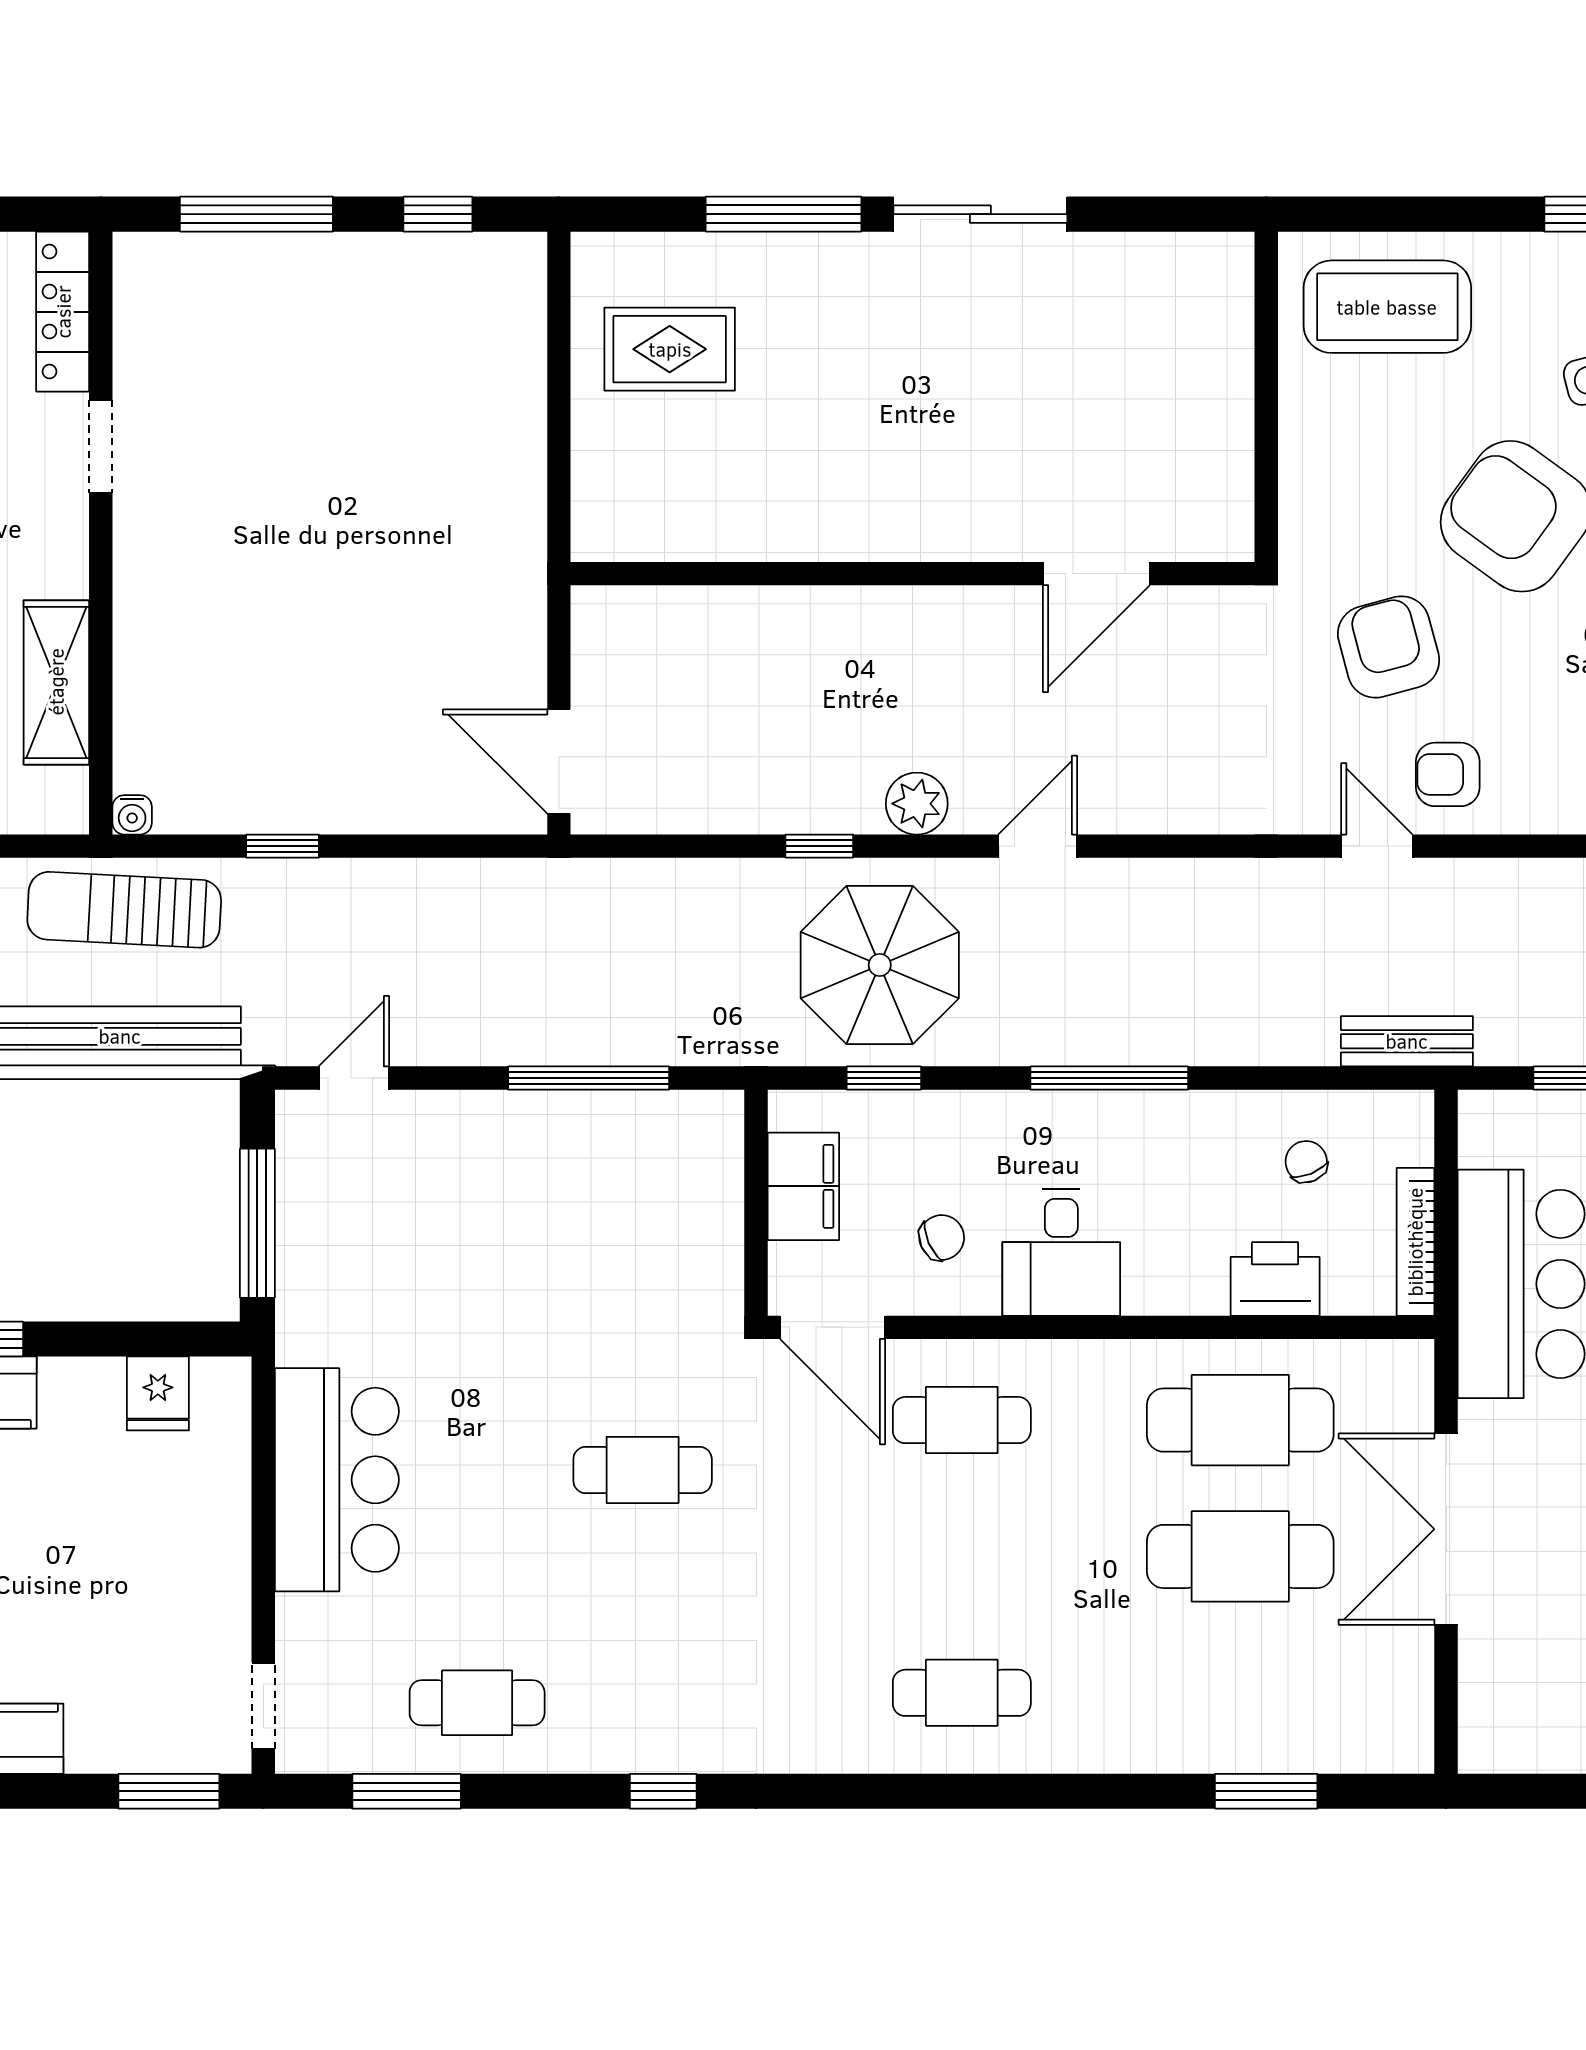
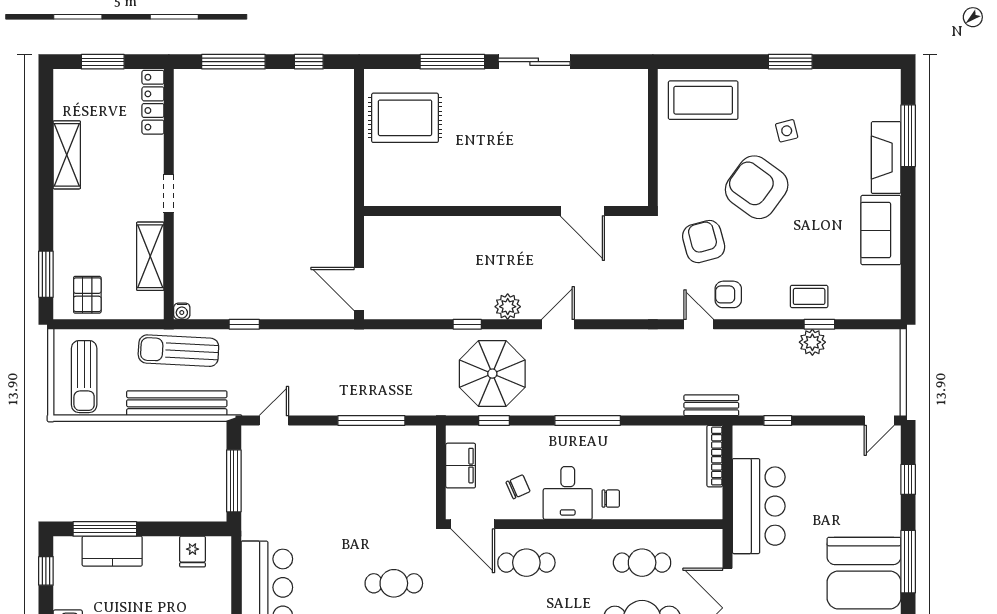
rug: (670, 349) -> (405, 118), width x1.36, depth x1.43
doorway: (101, 447) -> (169, 194), moved
door: (1096, 574) -> (582, 211), hinge flipped
chair: (1306, 1162) -> (611, 499), moved, turned 112
bookcase: (1415, 1242) -> (715, 456), moved
printer: (1275, 1279) -> (657, 504), removed
cafe table: (1240, 1420) -> (642, 563), width x0.73, depth x0.74

